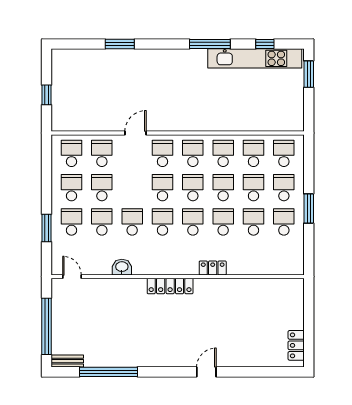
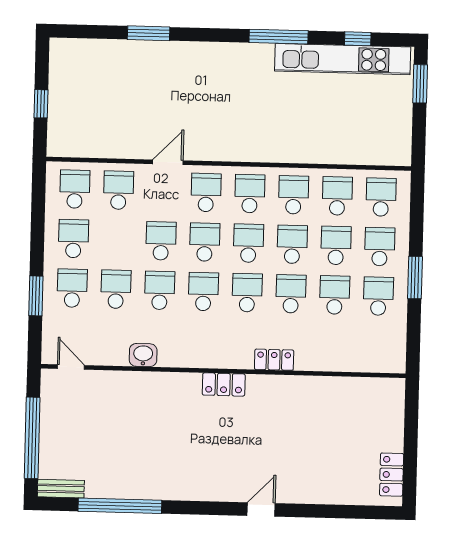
school desk: (102, 188) -> (161, 241), moved
locker: (170, 286) -> (224, 384), width x0.66

